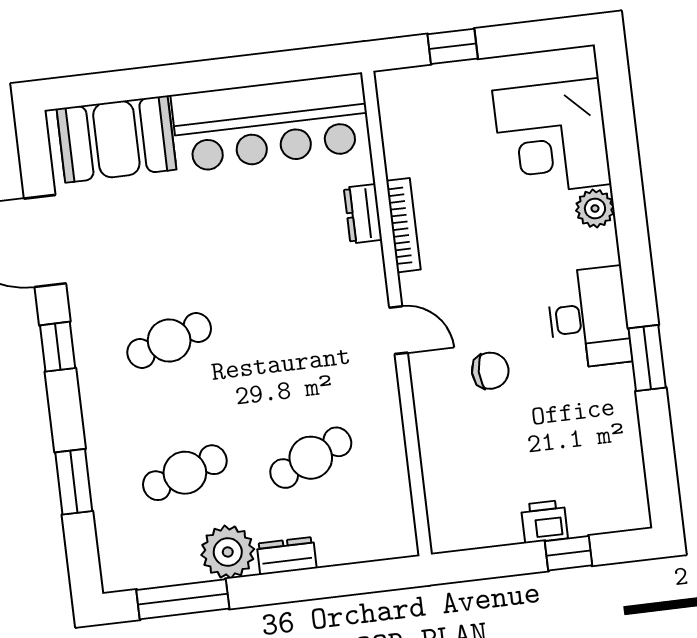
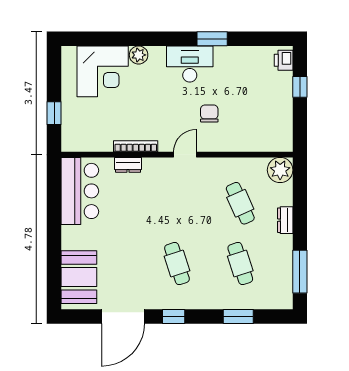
bar counter: (271, 123) -> (80, 191), width x0.73
printer: (544, 522) -> (284, 60), moved
plant: (228, 552) -> (280, 170), moved

